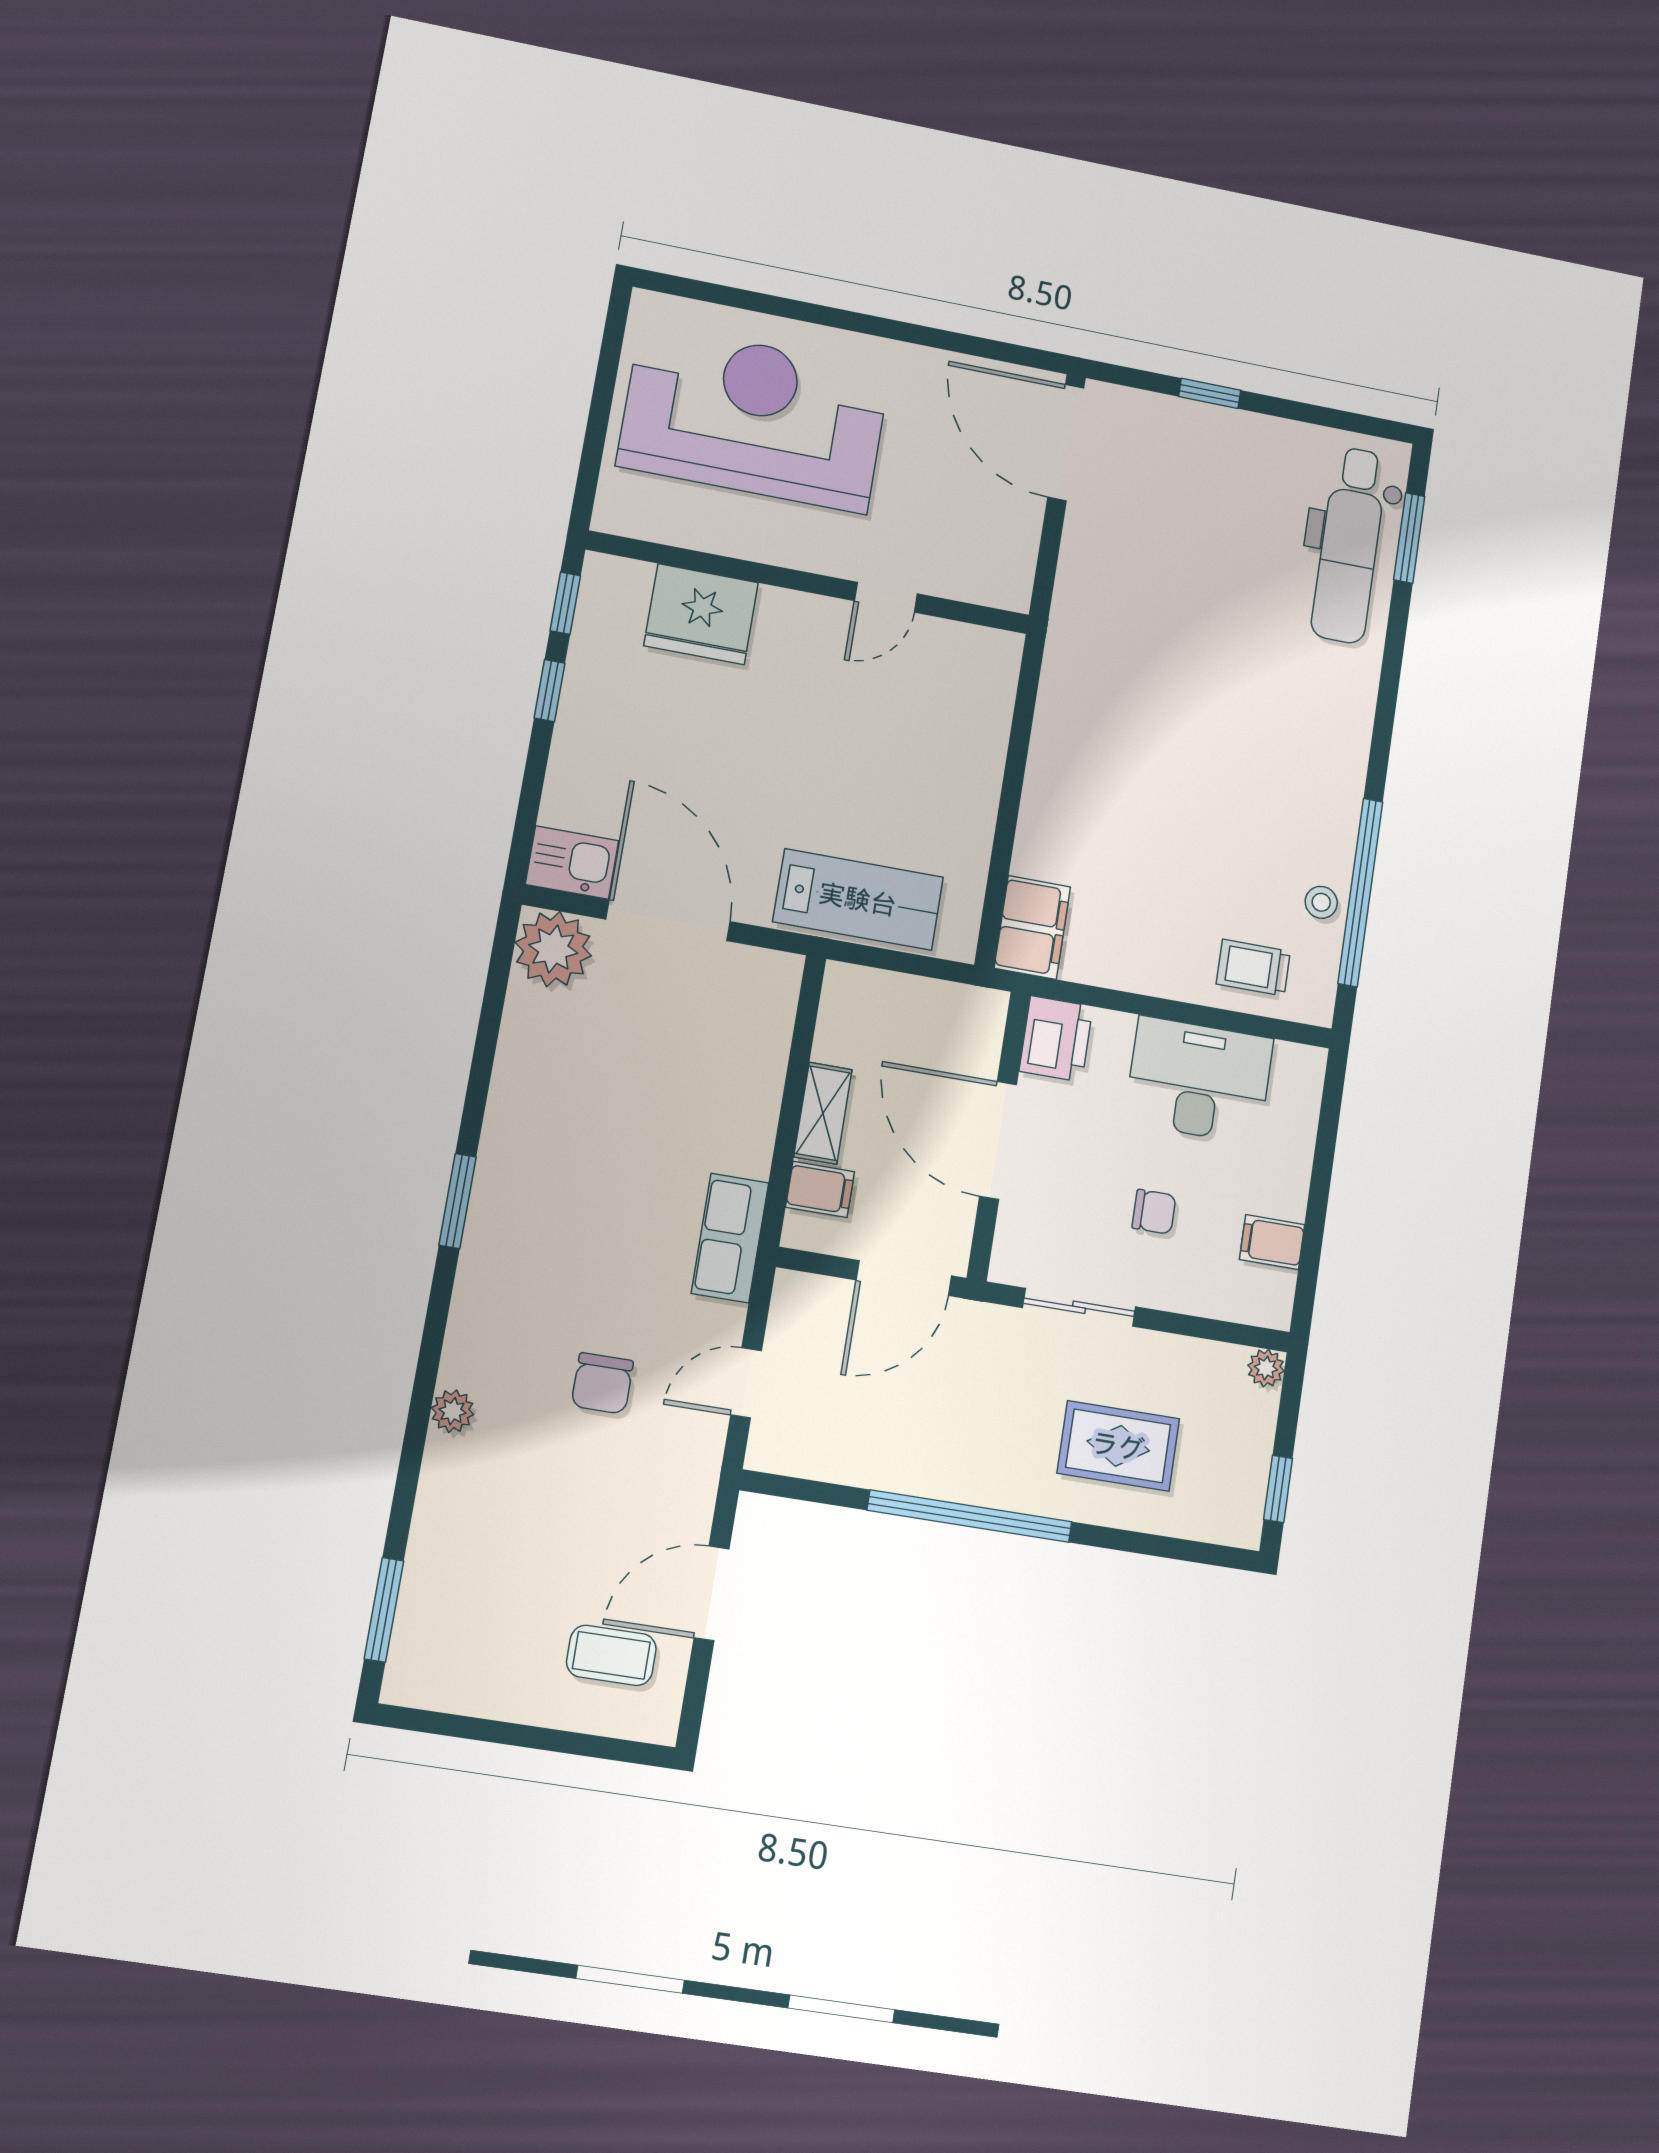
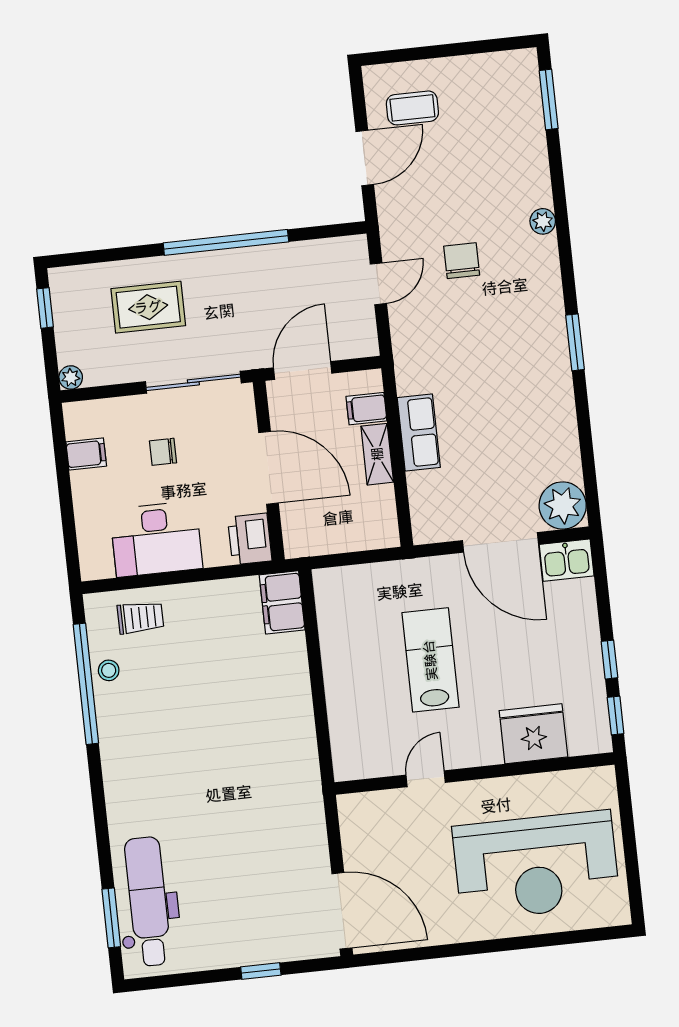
lab bench: (858, 899) -> (430, 660), moved, turned 90
row of seats: (730, 1238) -> (419, 433), moved
sliding door: (1079, 1307) -> (193, 382), width x1.37

